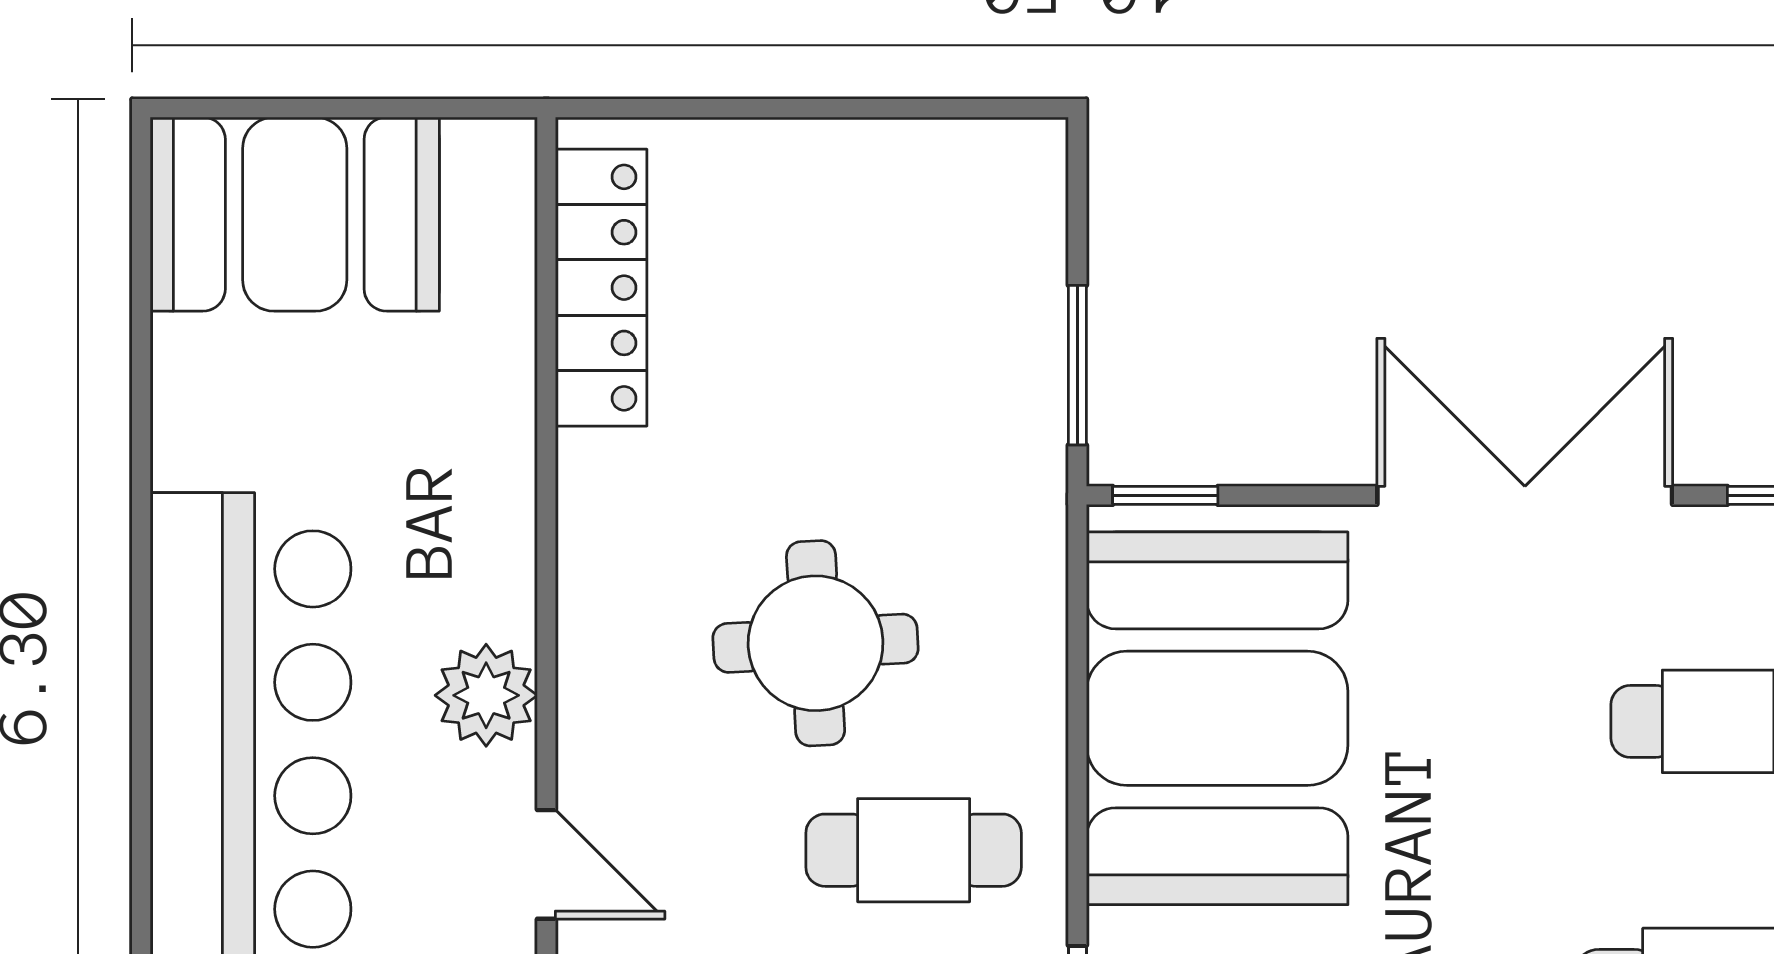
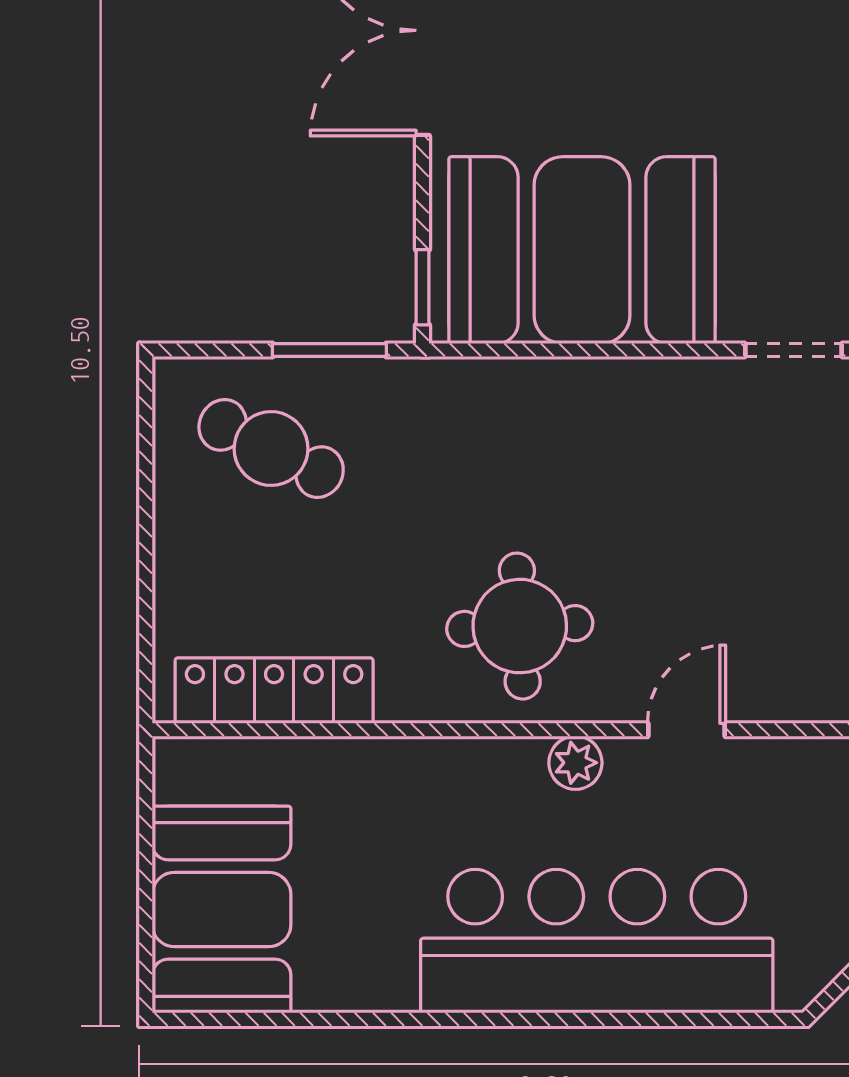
round table: (816, 643) -> (520, 626), moved
plant: (486, 695) -> (575, 763), width x0.73, depth x0.73
cafe table: (914, 850) -> (271, 448), moved, turned -64

